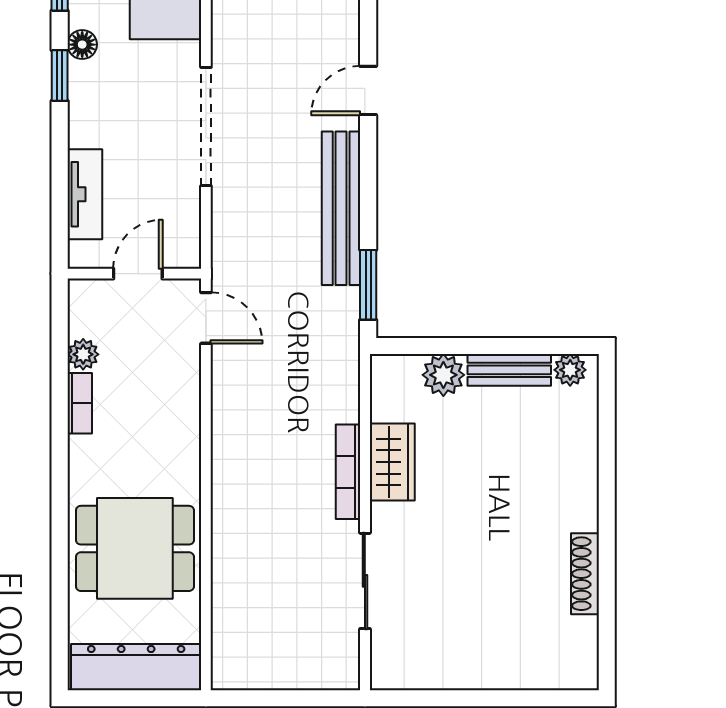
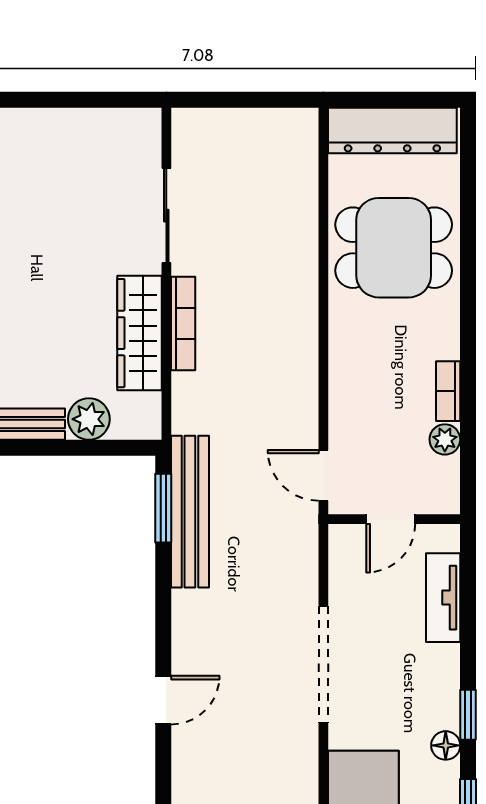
bench: (341, 208) -> (190, 512), moved
wardrobe: (392, 462) -> (139, 333), width x1.50

